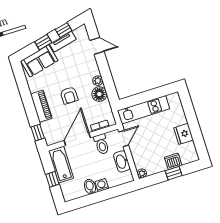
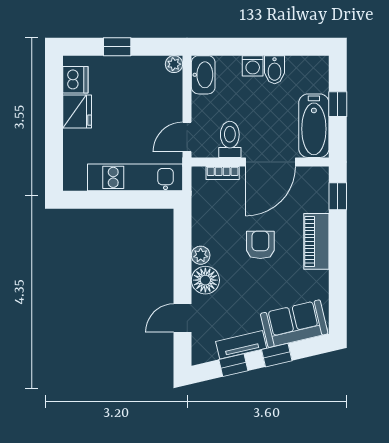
door: (97, 46) -> (183, 318), hinge flipped
floor lamp: (99, 94) -> (205, 280), moved
washbasin: (122, 161) -> (203, 75), moved
dishwasher: (173, 161) -> (75, 80), moved, turned -90

